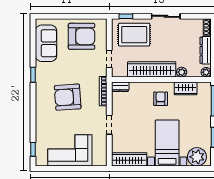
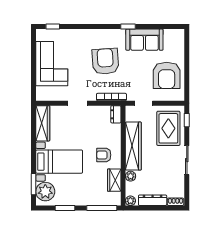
sofa: (46, 43) -> (144, 40), moved
armchair: (161, 99) -> (104, 155), turned 180
window: (190, 168) -> (34, 184), added

